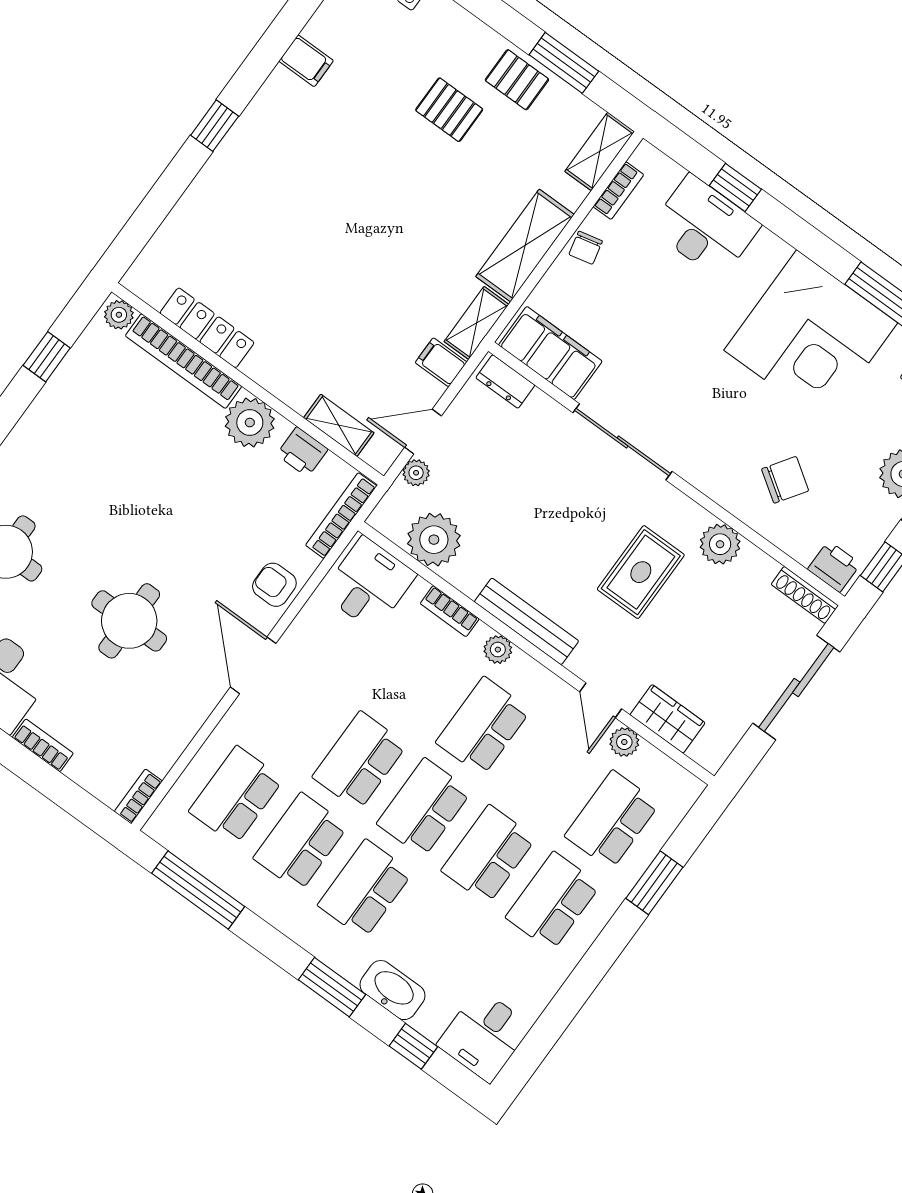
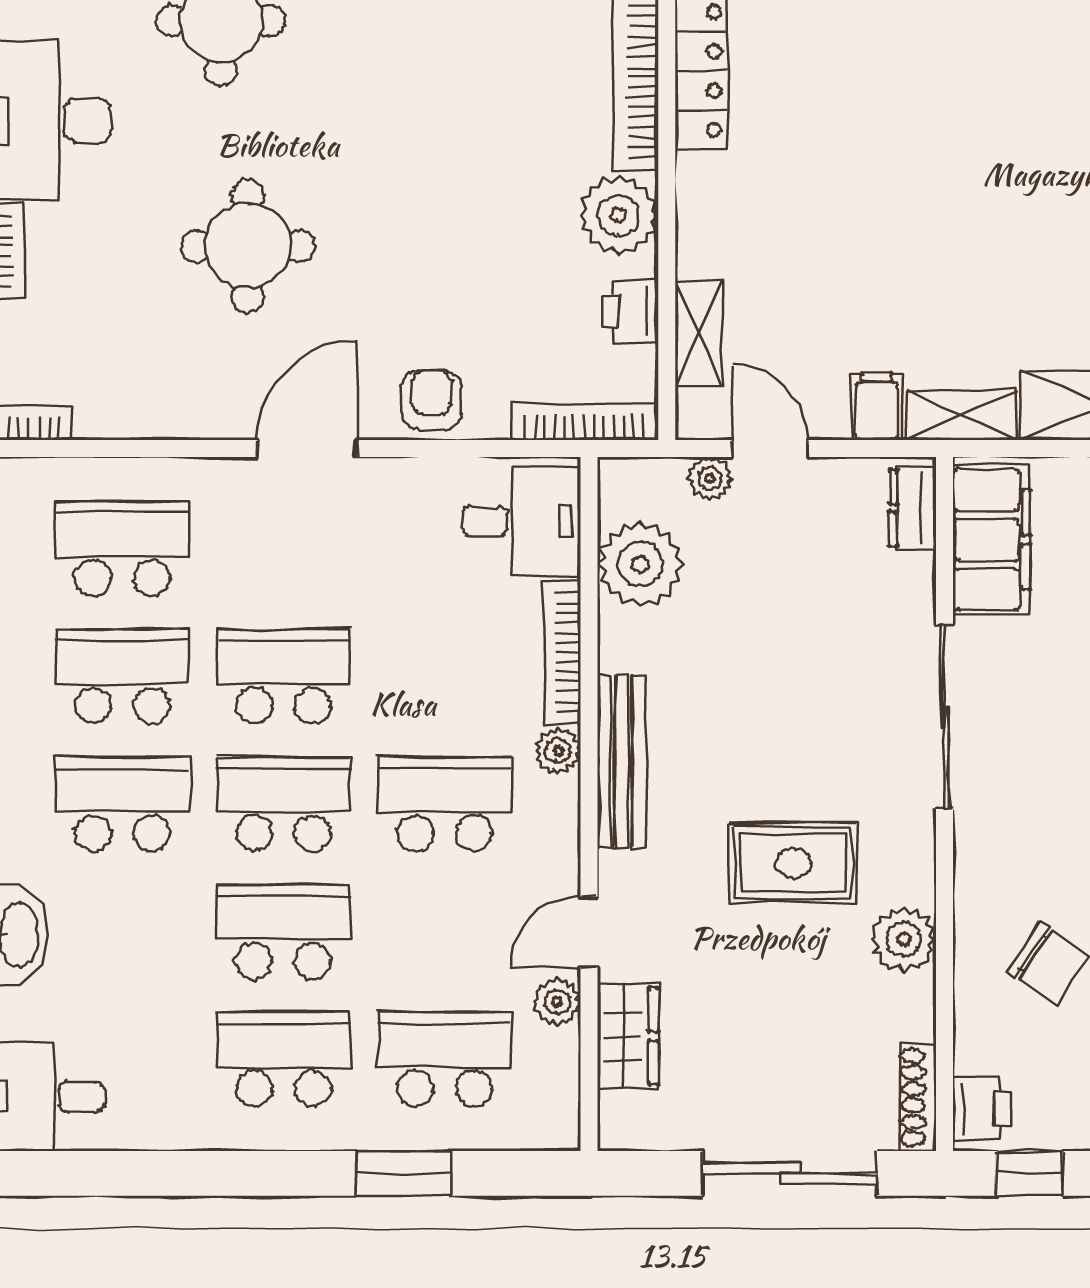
bookcase: (450, 611) -> (562, 652), width x1.56

